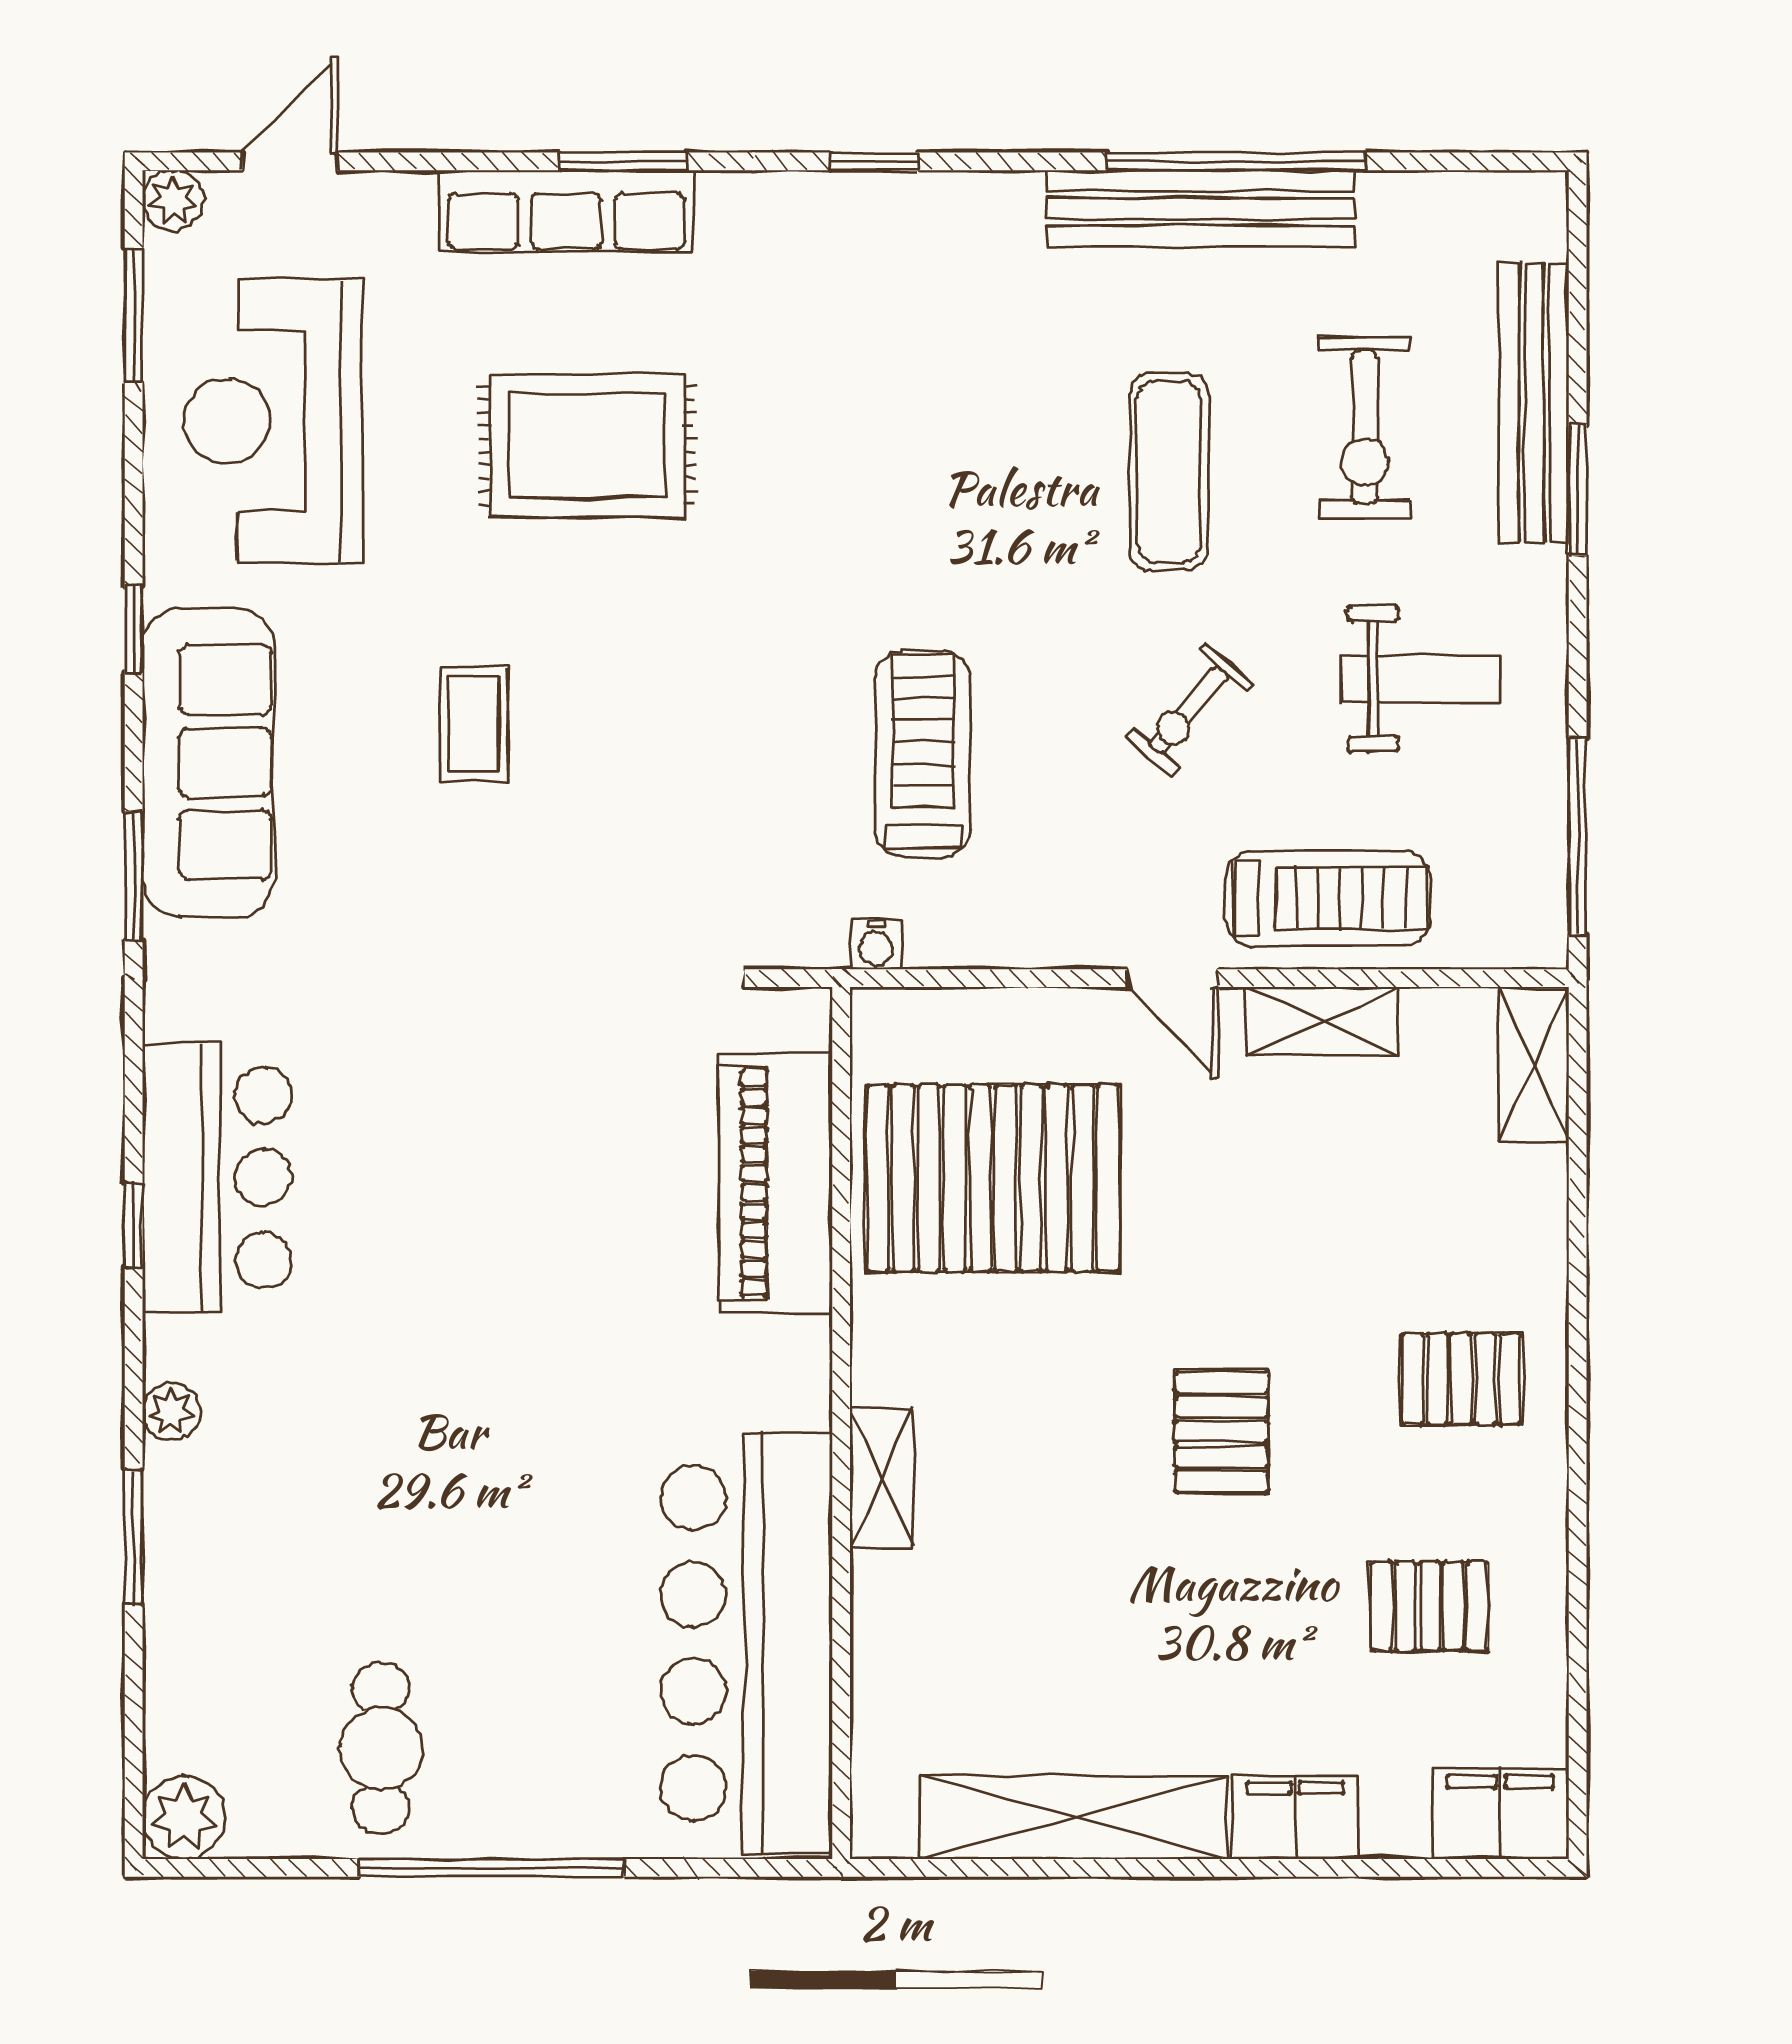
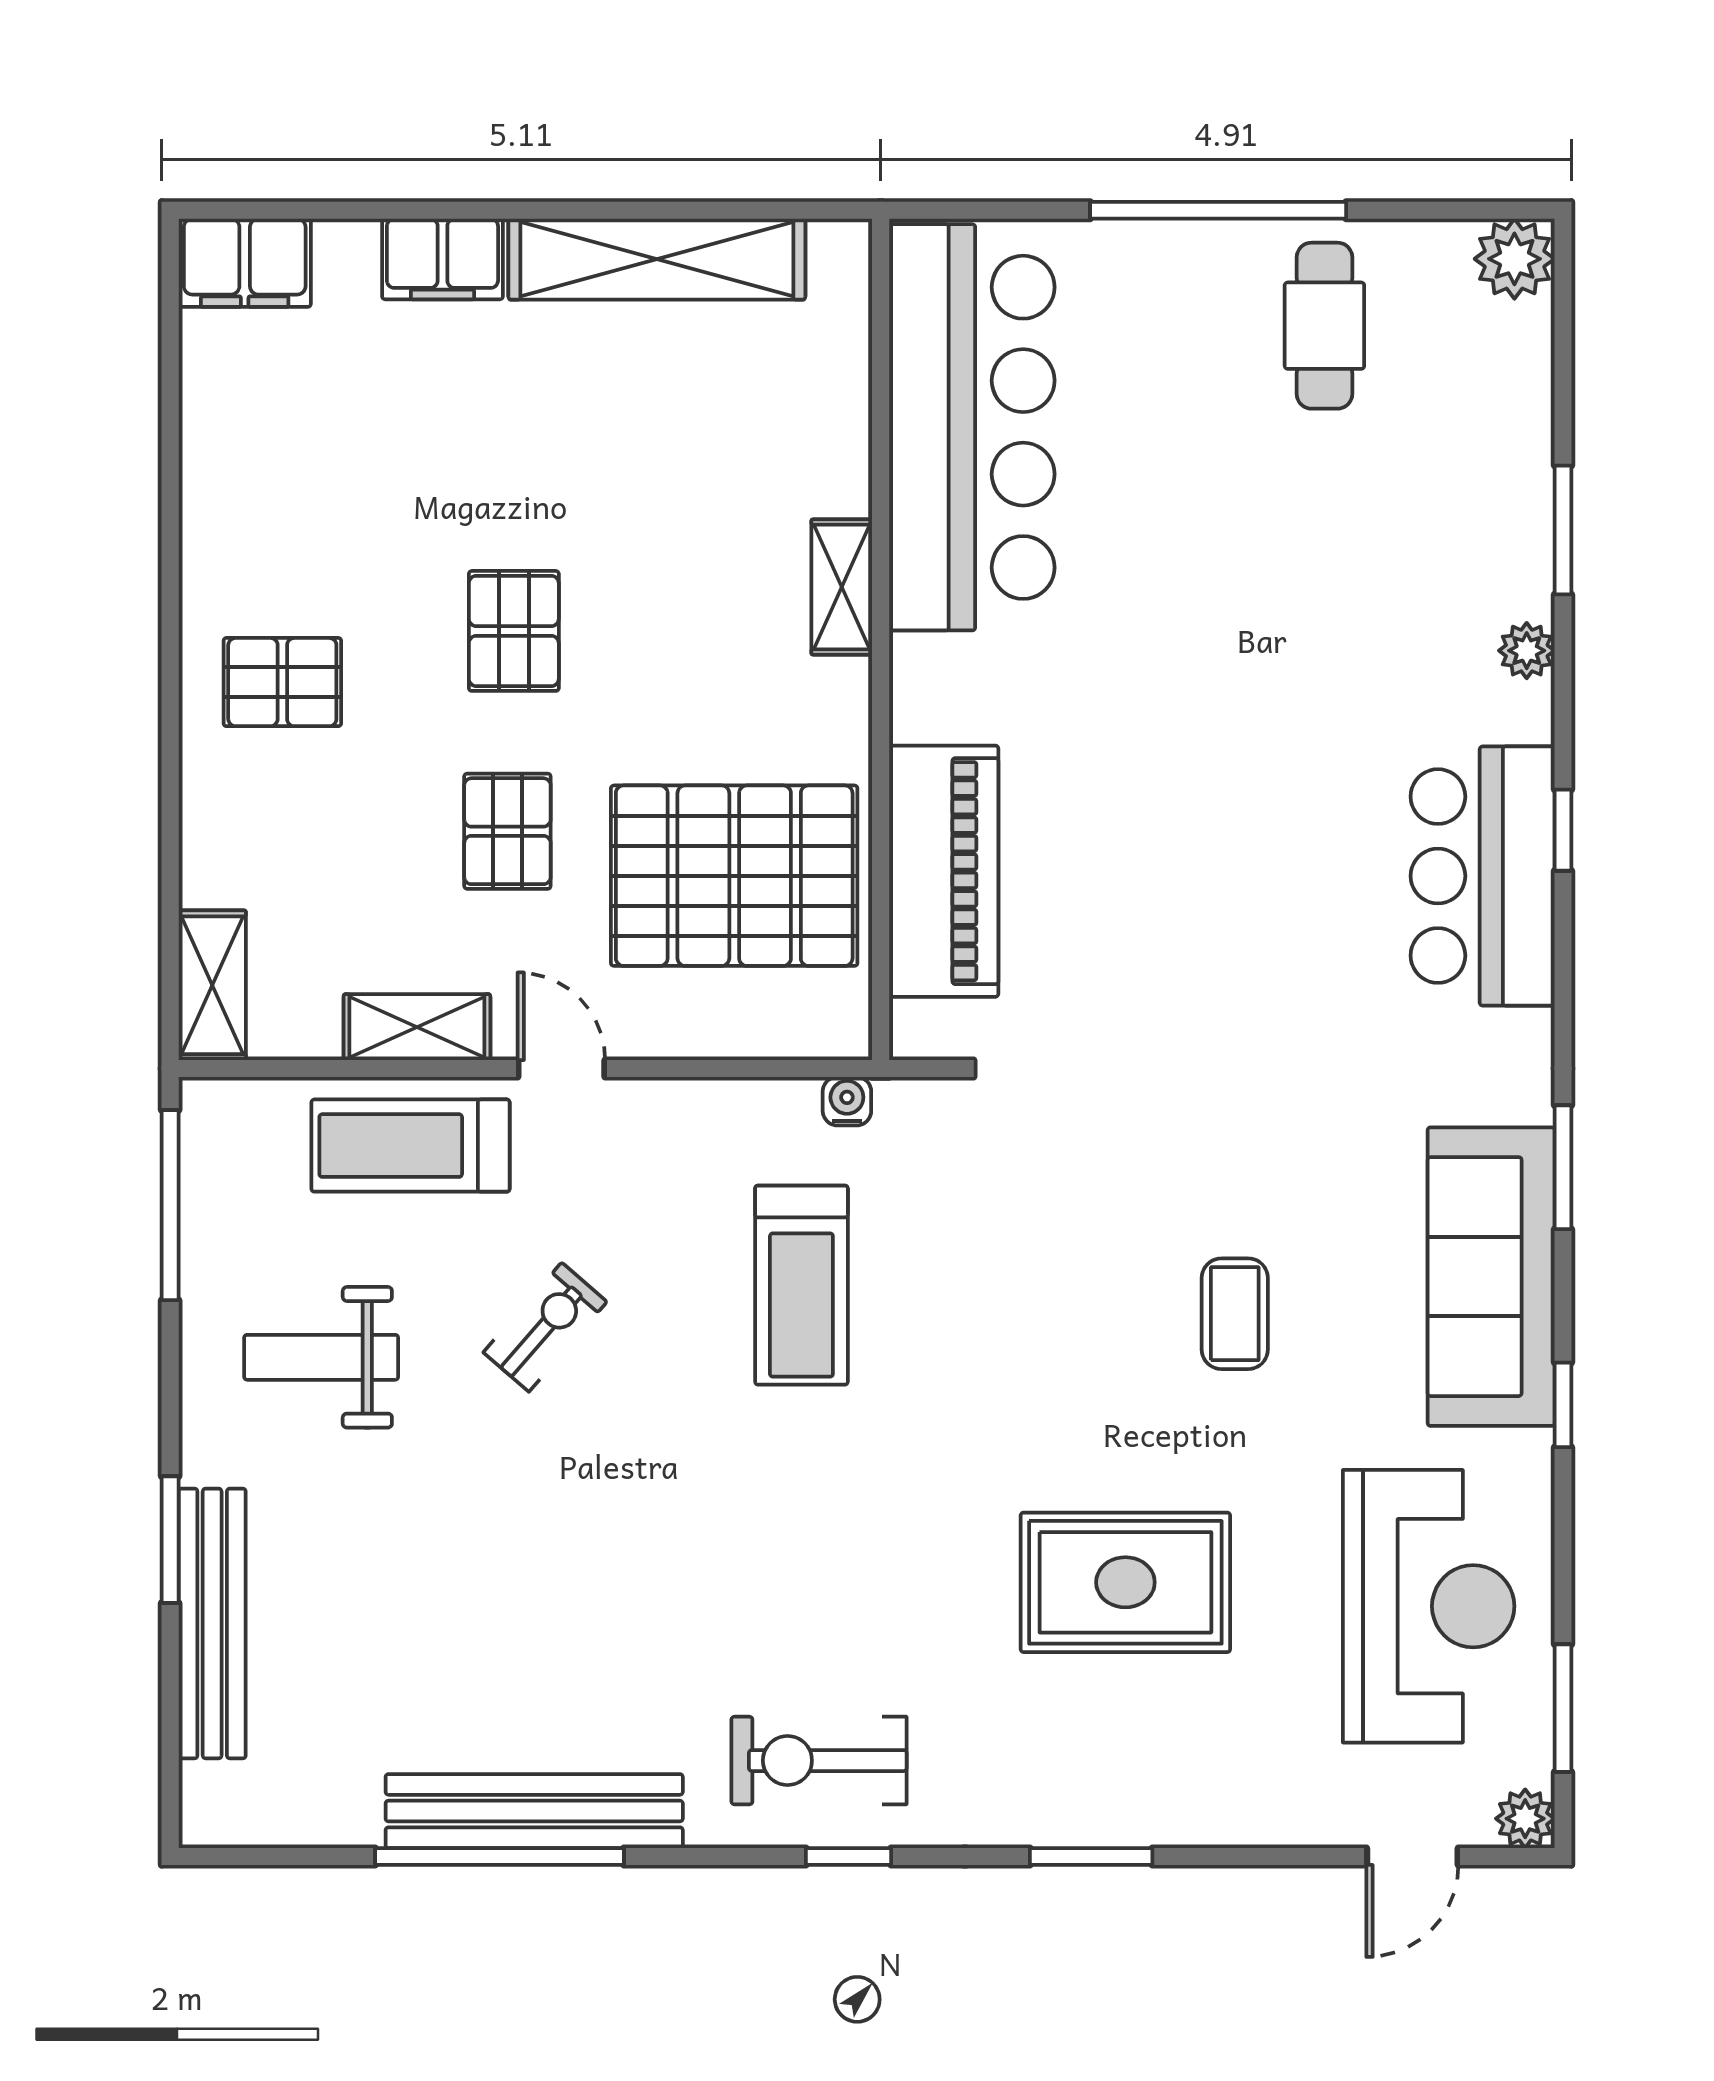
row of seats: (566, 211) -> (1145, 1808), removed
exercise bike: (1365, 428) -> (819, 1761), moved, turned -90
exercise mat: (1169, 472) -> (564, 1557), removed
pallet: (1429, 1606) -> (507, 831), moved, turned 90

